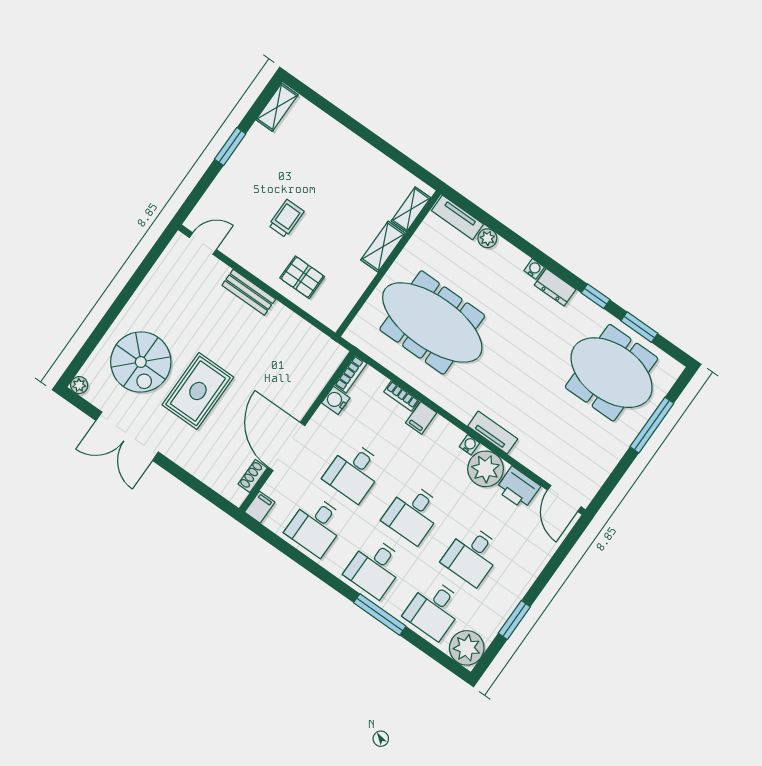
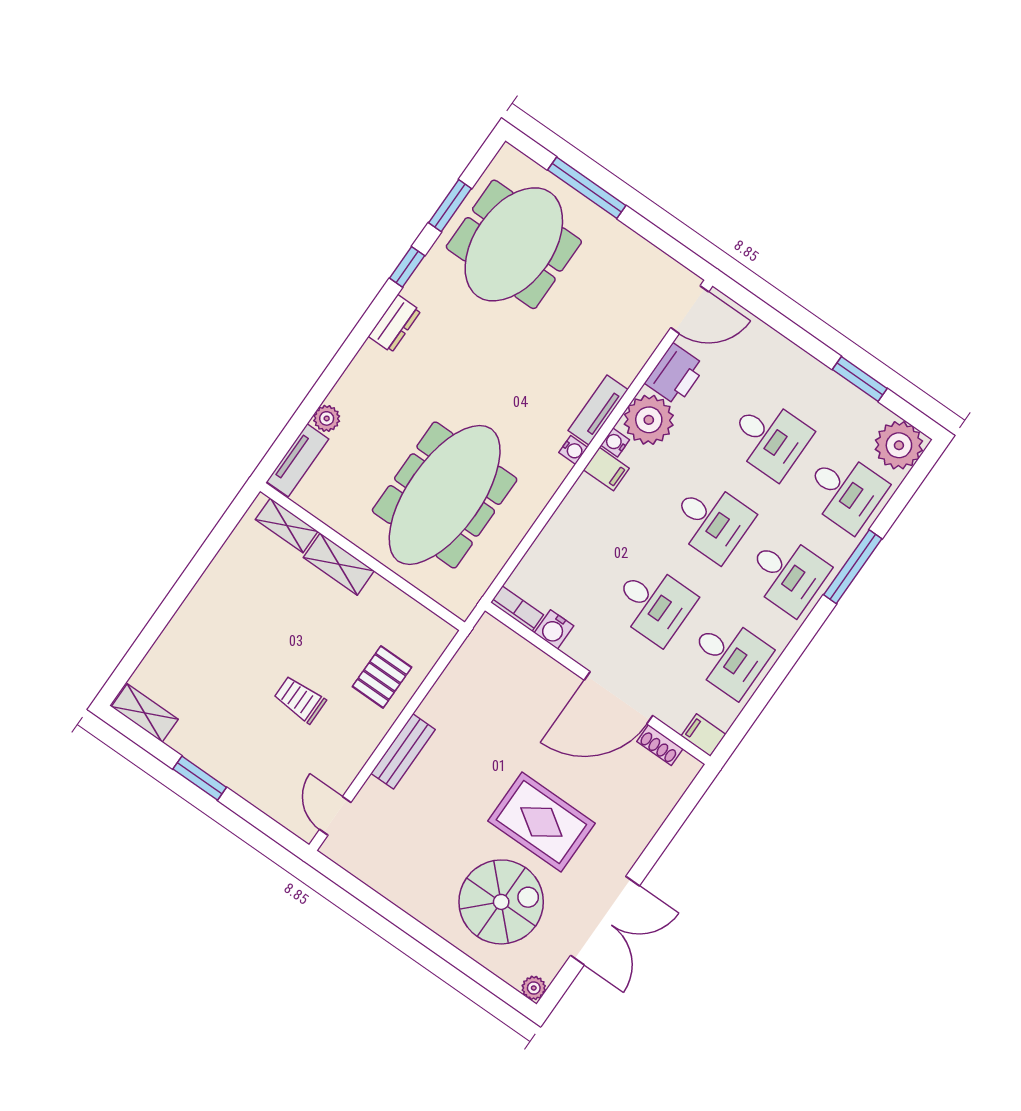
water cooler: (534, 269) -> (573, 450), moved, turned 180
bookcase: (401, 396) -> (547, 538), removed
filing cabinet: (421, 418) -> (606, 469), moved

